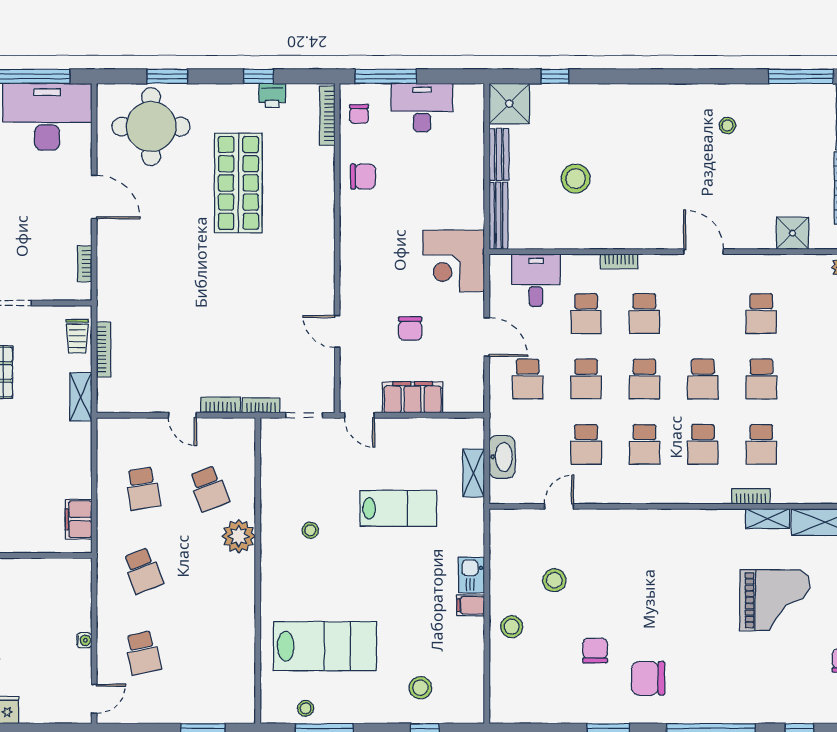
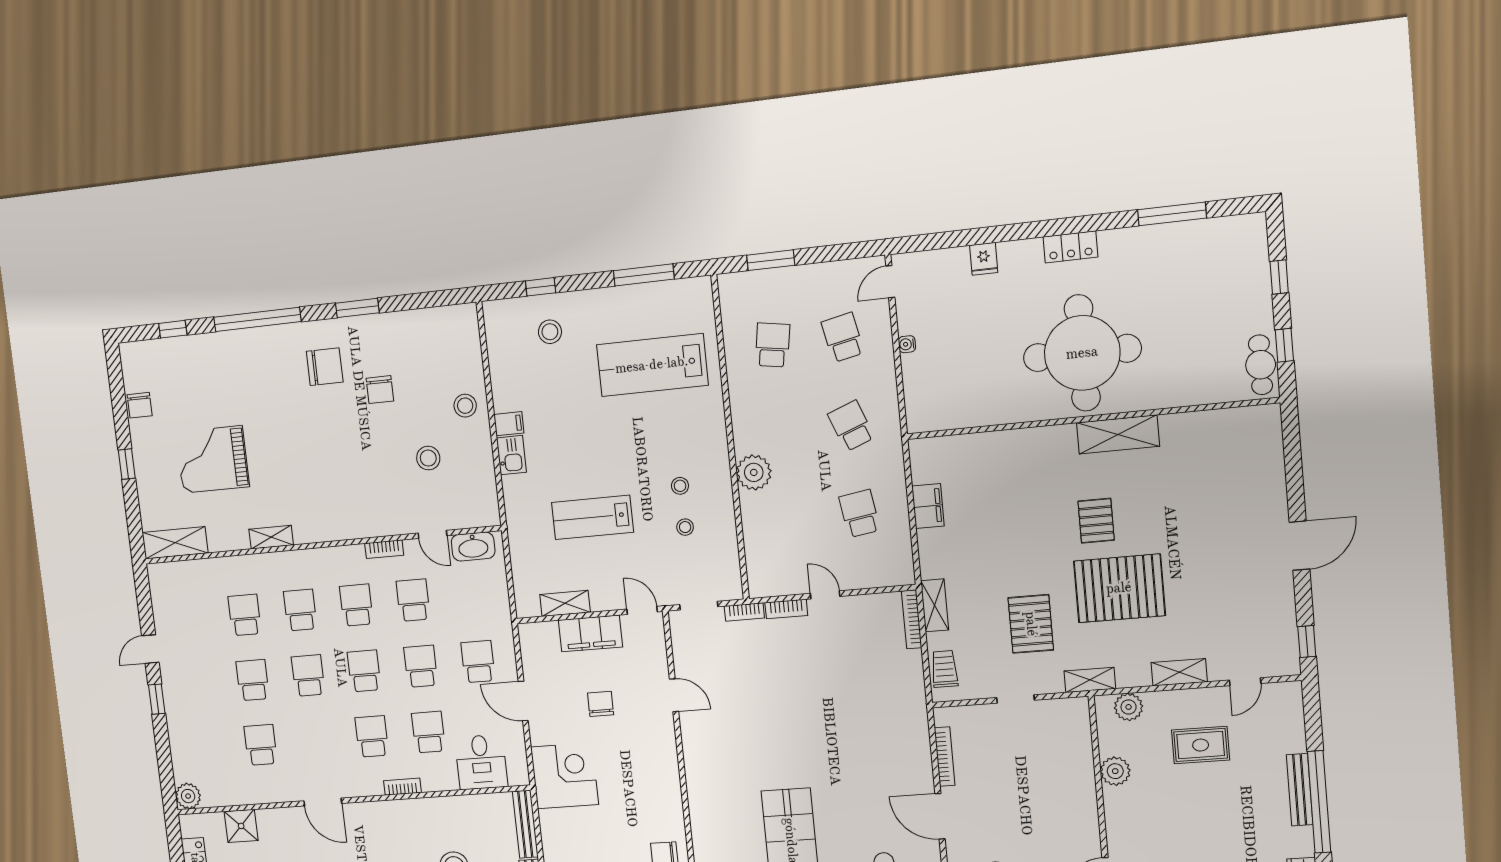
bookcase: (85, 264) -> (945, 756), width x1.56
bookcase: (103, 350) -> (912, 619), moved
washbasin: (502, 457) -> (473, 547), moved, turned -90
shelving: (474, 473) -> (565, 603), moved, turned 90
school desk: (209, 489) -> (772, 345), moved, turned 30
bookcase: (751, 496) -> (384, 549), moved
door: (559, 506) -> (433, 534), hinge flipped
filing cabinet: (78, 519) -> (928, 506), moved
shelving: (768, 519) -> (271, 537), moved
stool: (306, 708) -> (685, 527), moved

